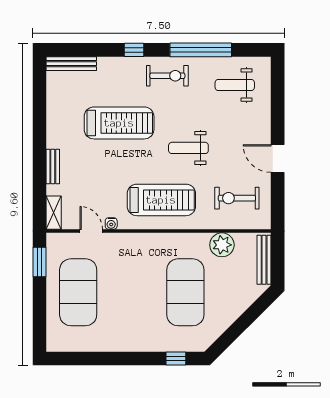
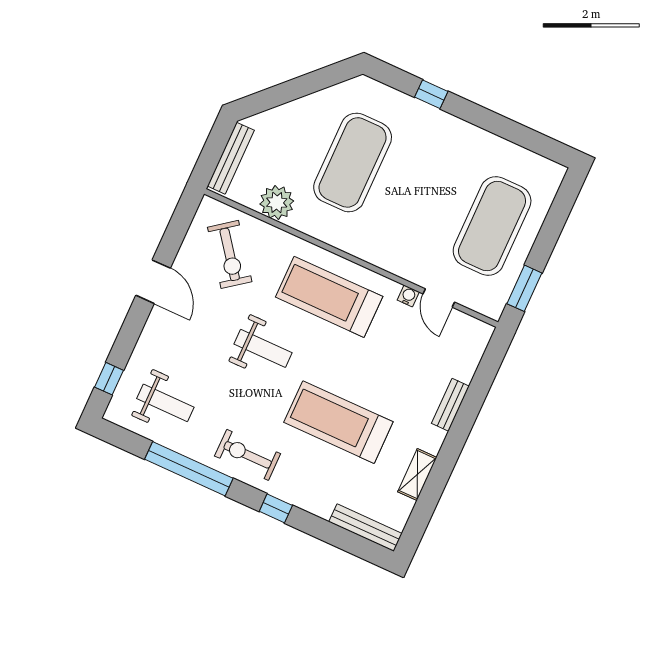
window: (278, 84) -> (109, 379), added
exercise bike: (237, 198) -> (230, 254), turned 53
shelving: (54, 213) -> (417, 475), moved
window: (176, 359) -> (431, 94), moved

